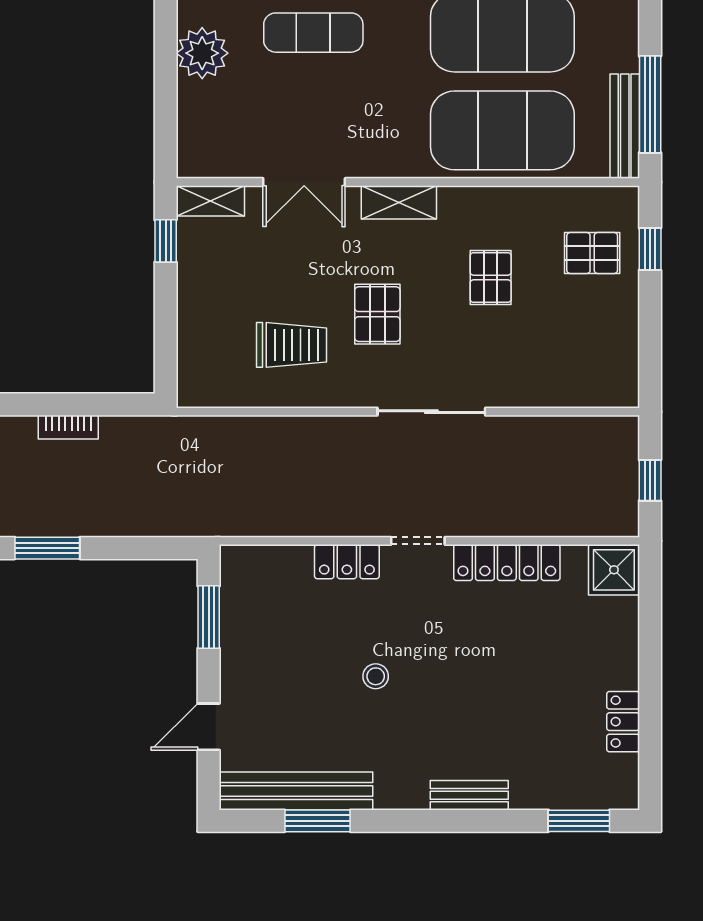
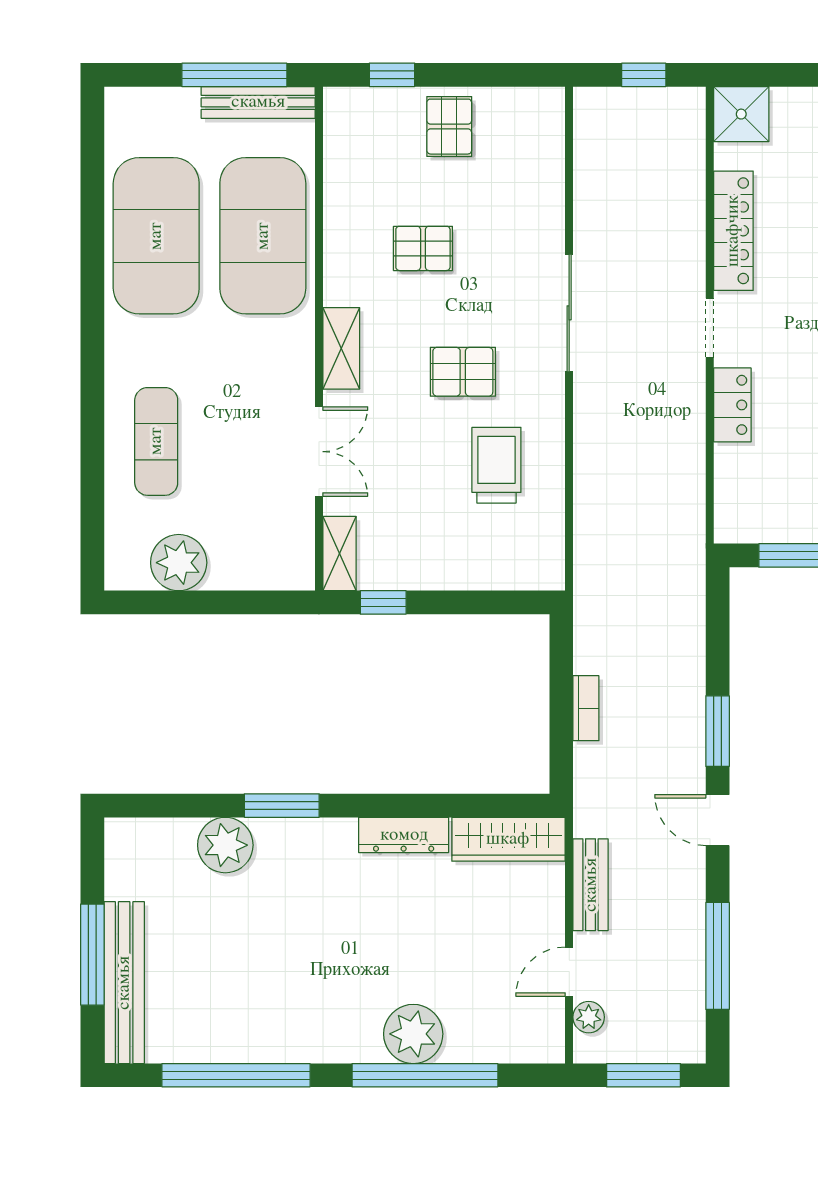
pallet: (592, 253) -> (449, 127), moved

